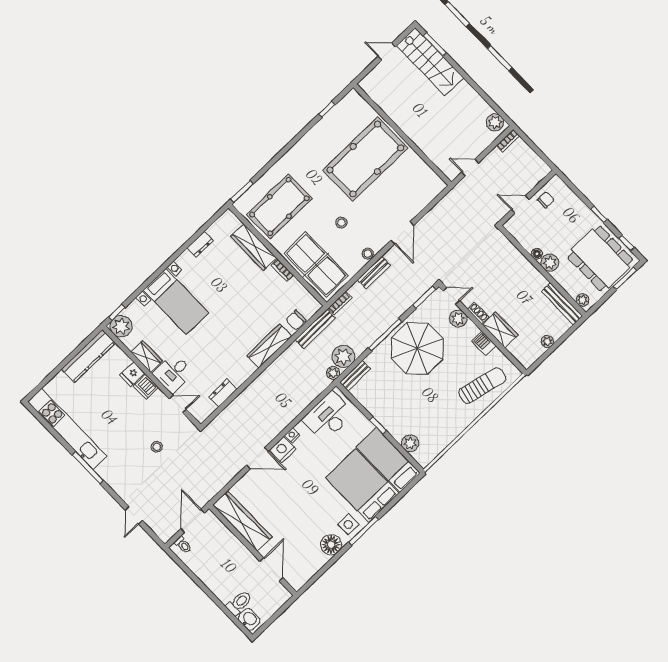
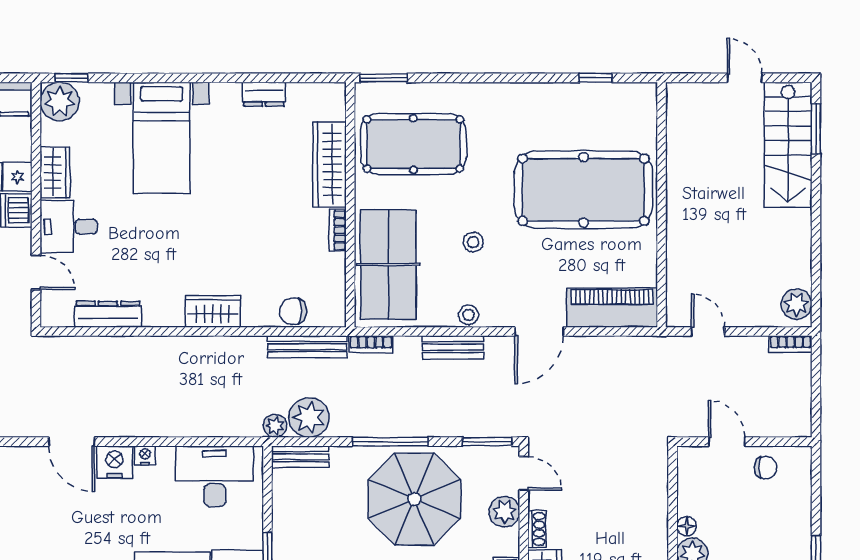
piano: (422, 195) -> (612, 308), added
wardrobe: (269, 346) -> (213, 311), width x0.67
dresser: (223, 393) -> (108, 314), width x1.44

